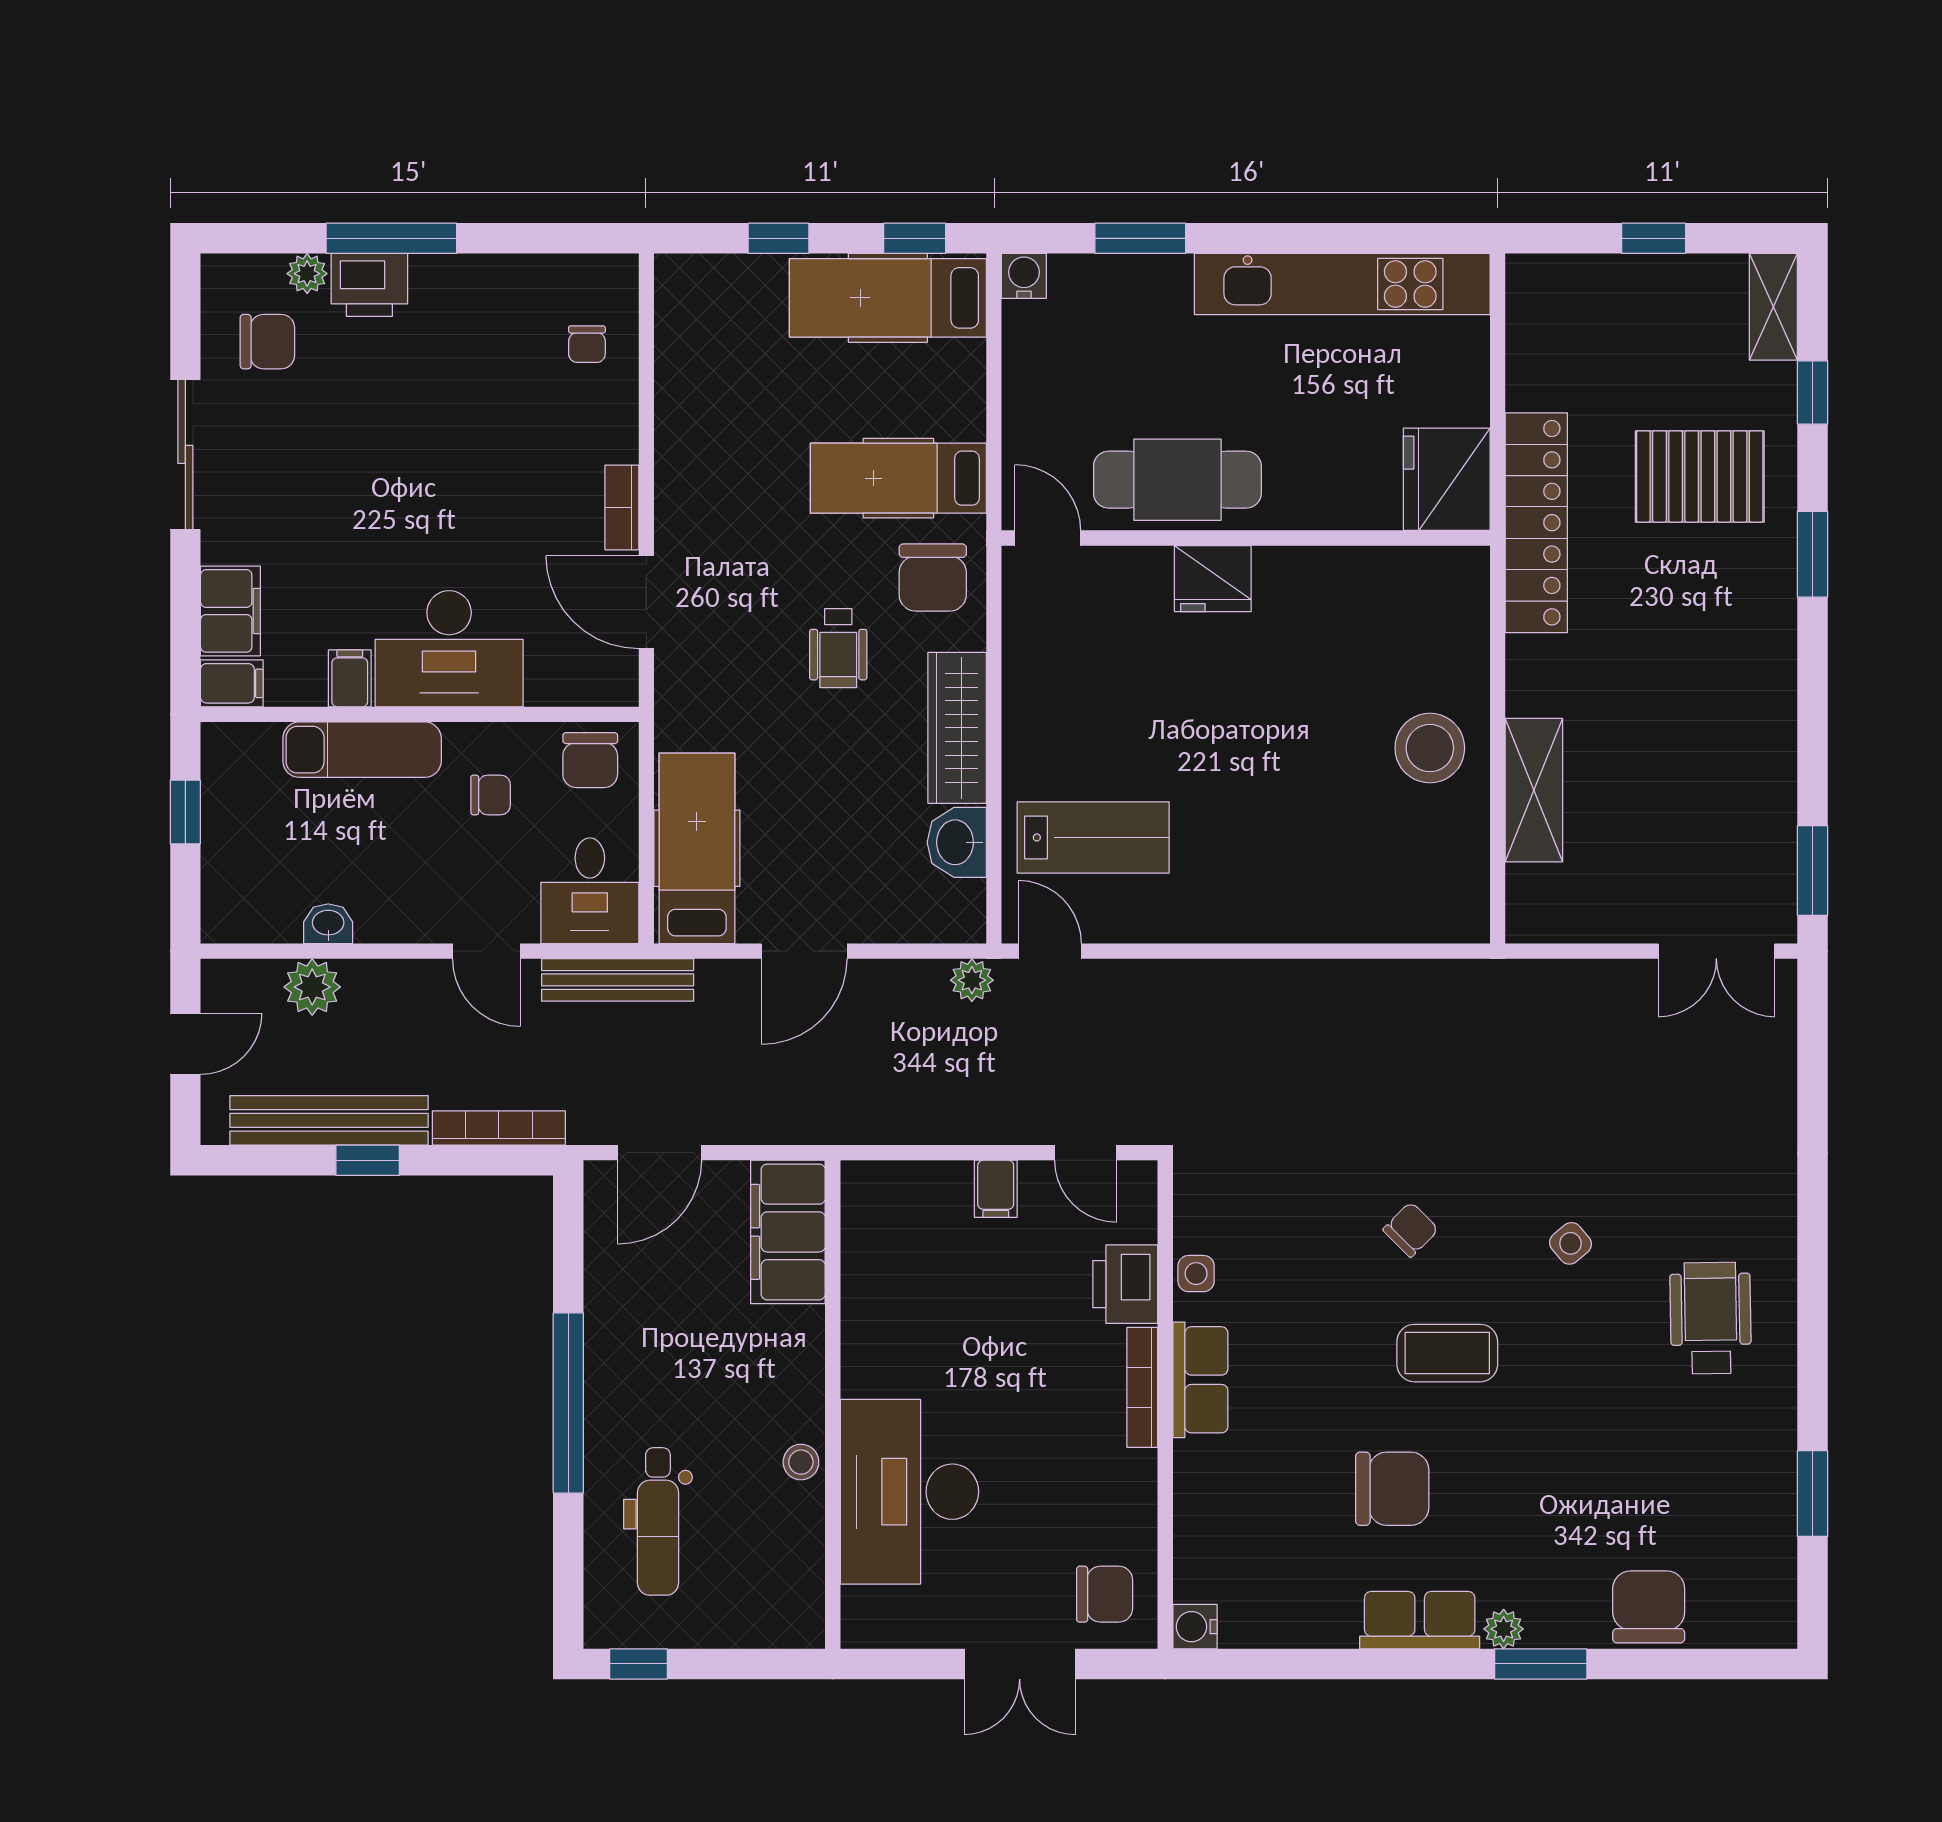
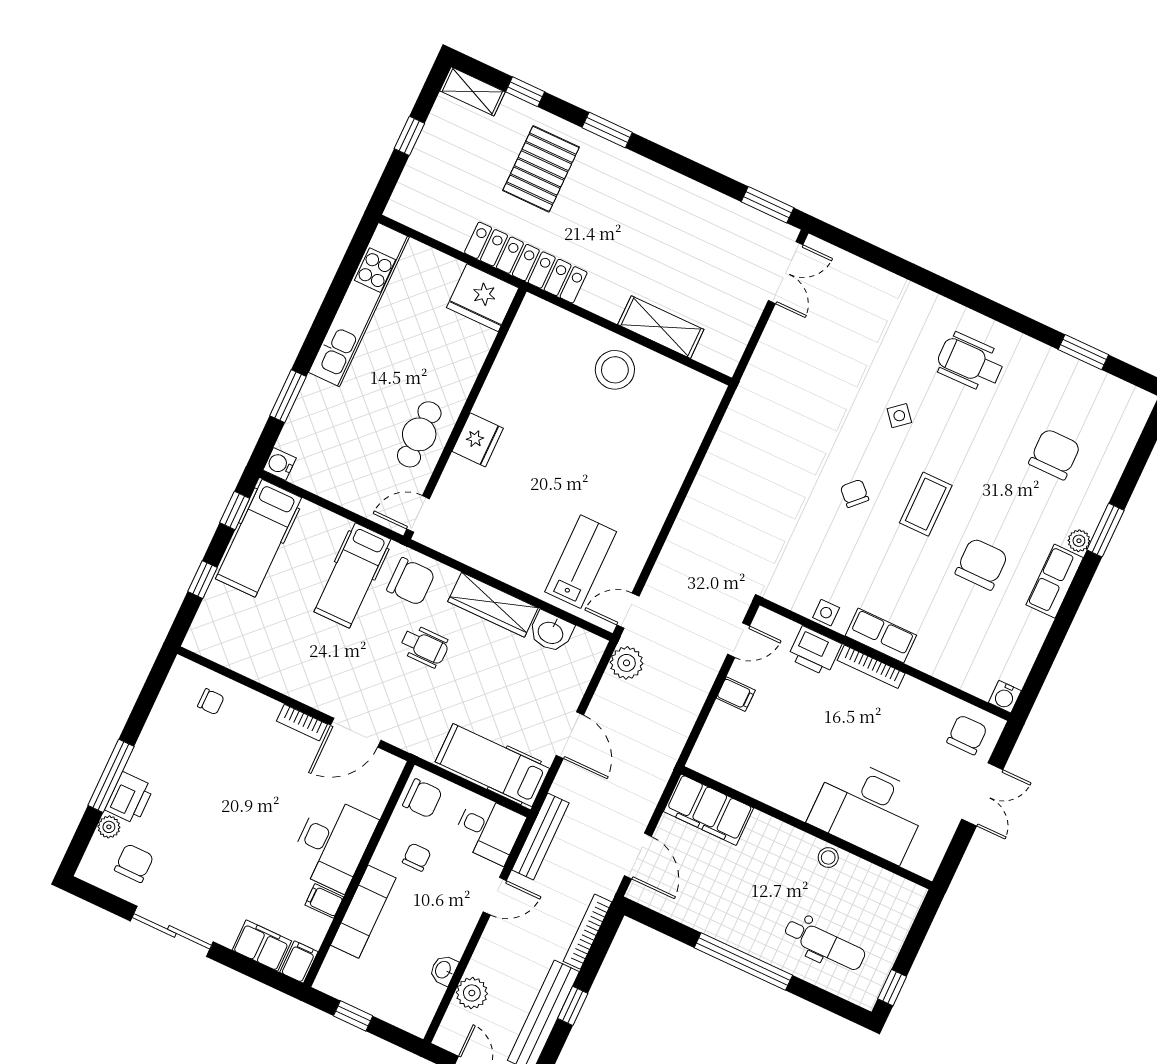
cafe table: (1177, 480) -> (419, 434), width x0.73, depth x0.74
plant: (972, 980) -> (627, 663), width x1.38, depth x1.38
chair: (1649, 1607) -> (1055, 454), moved, turned 90

